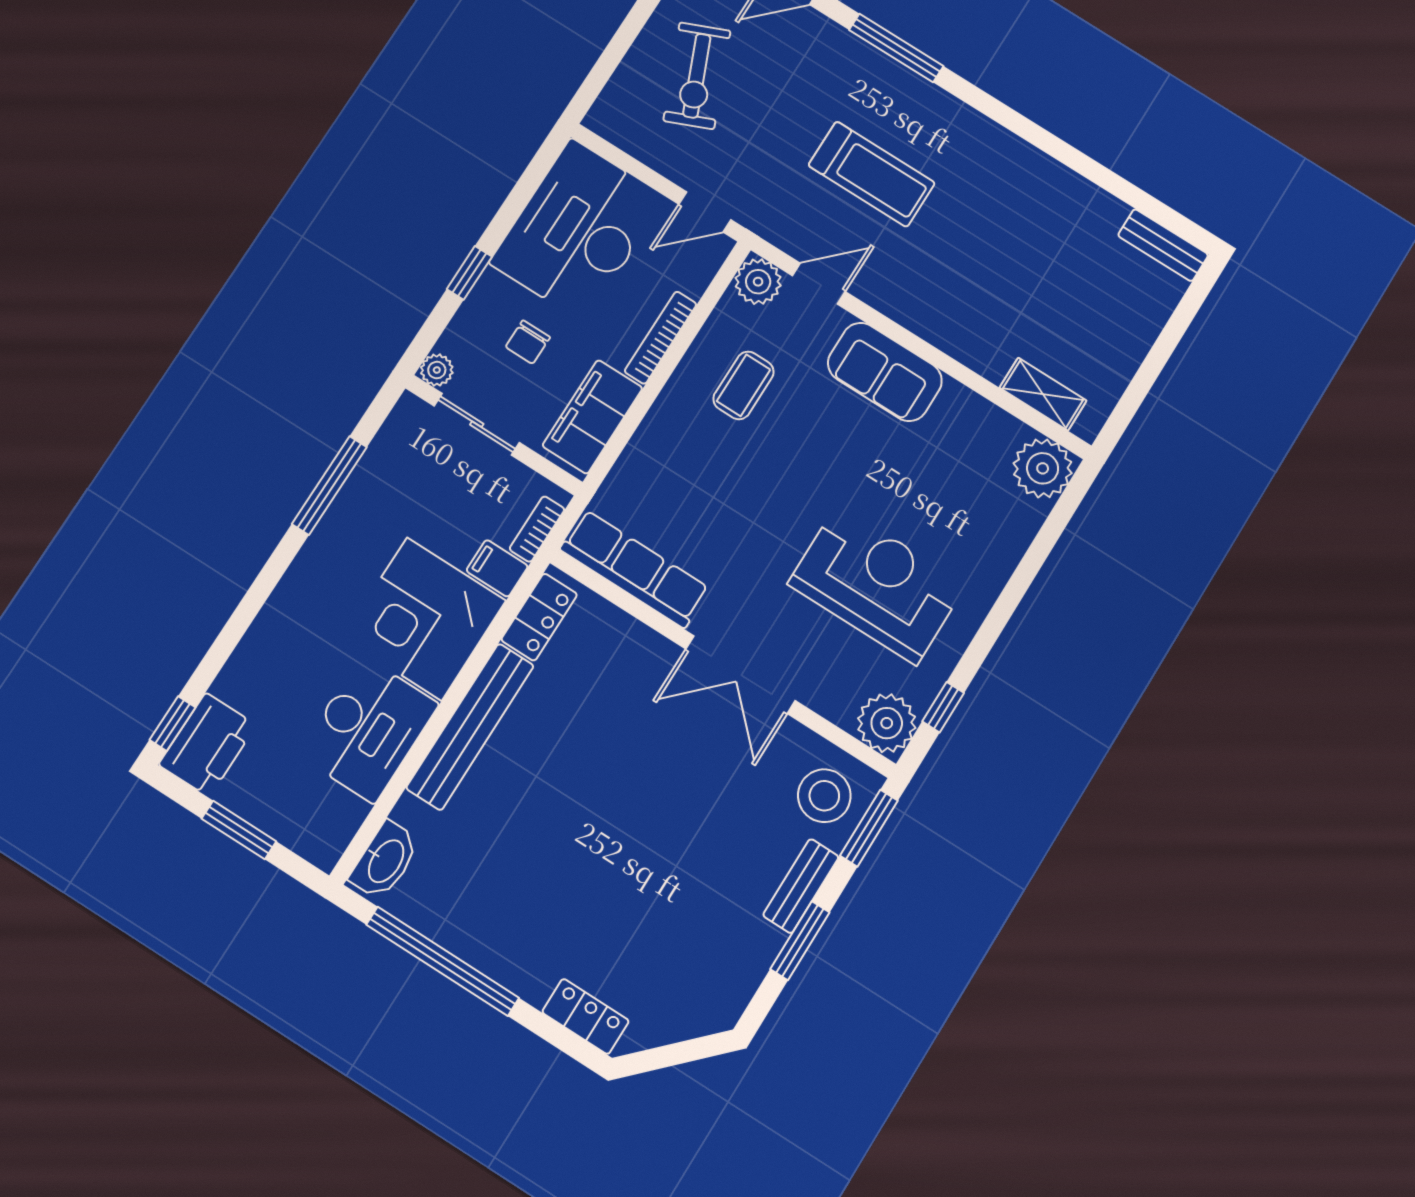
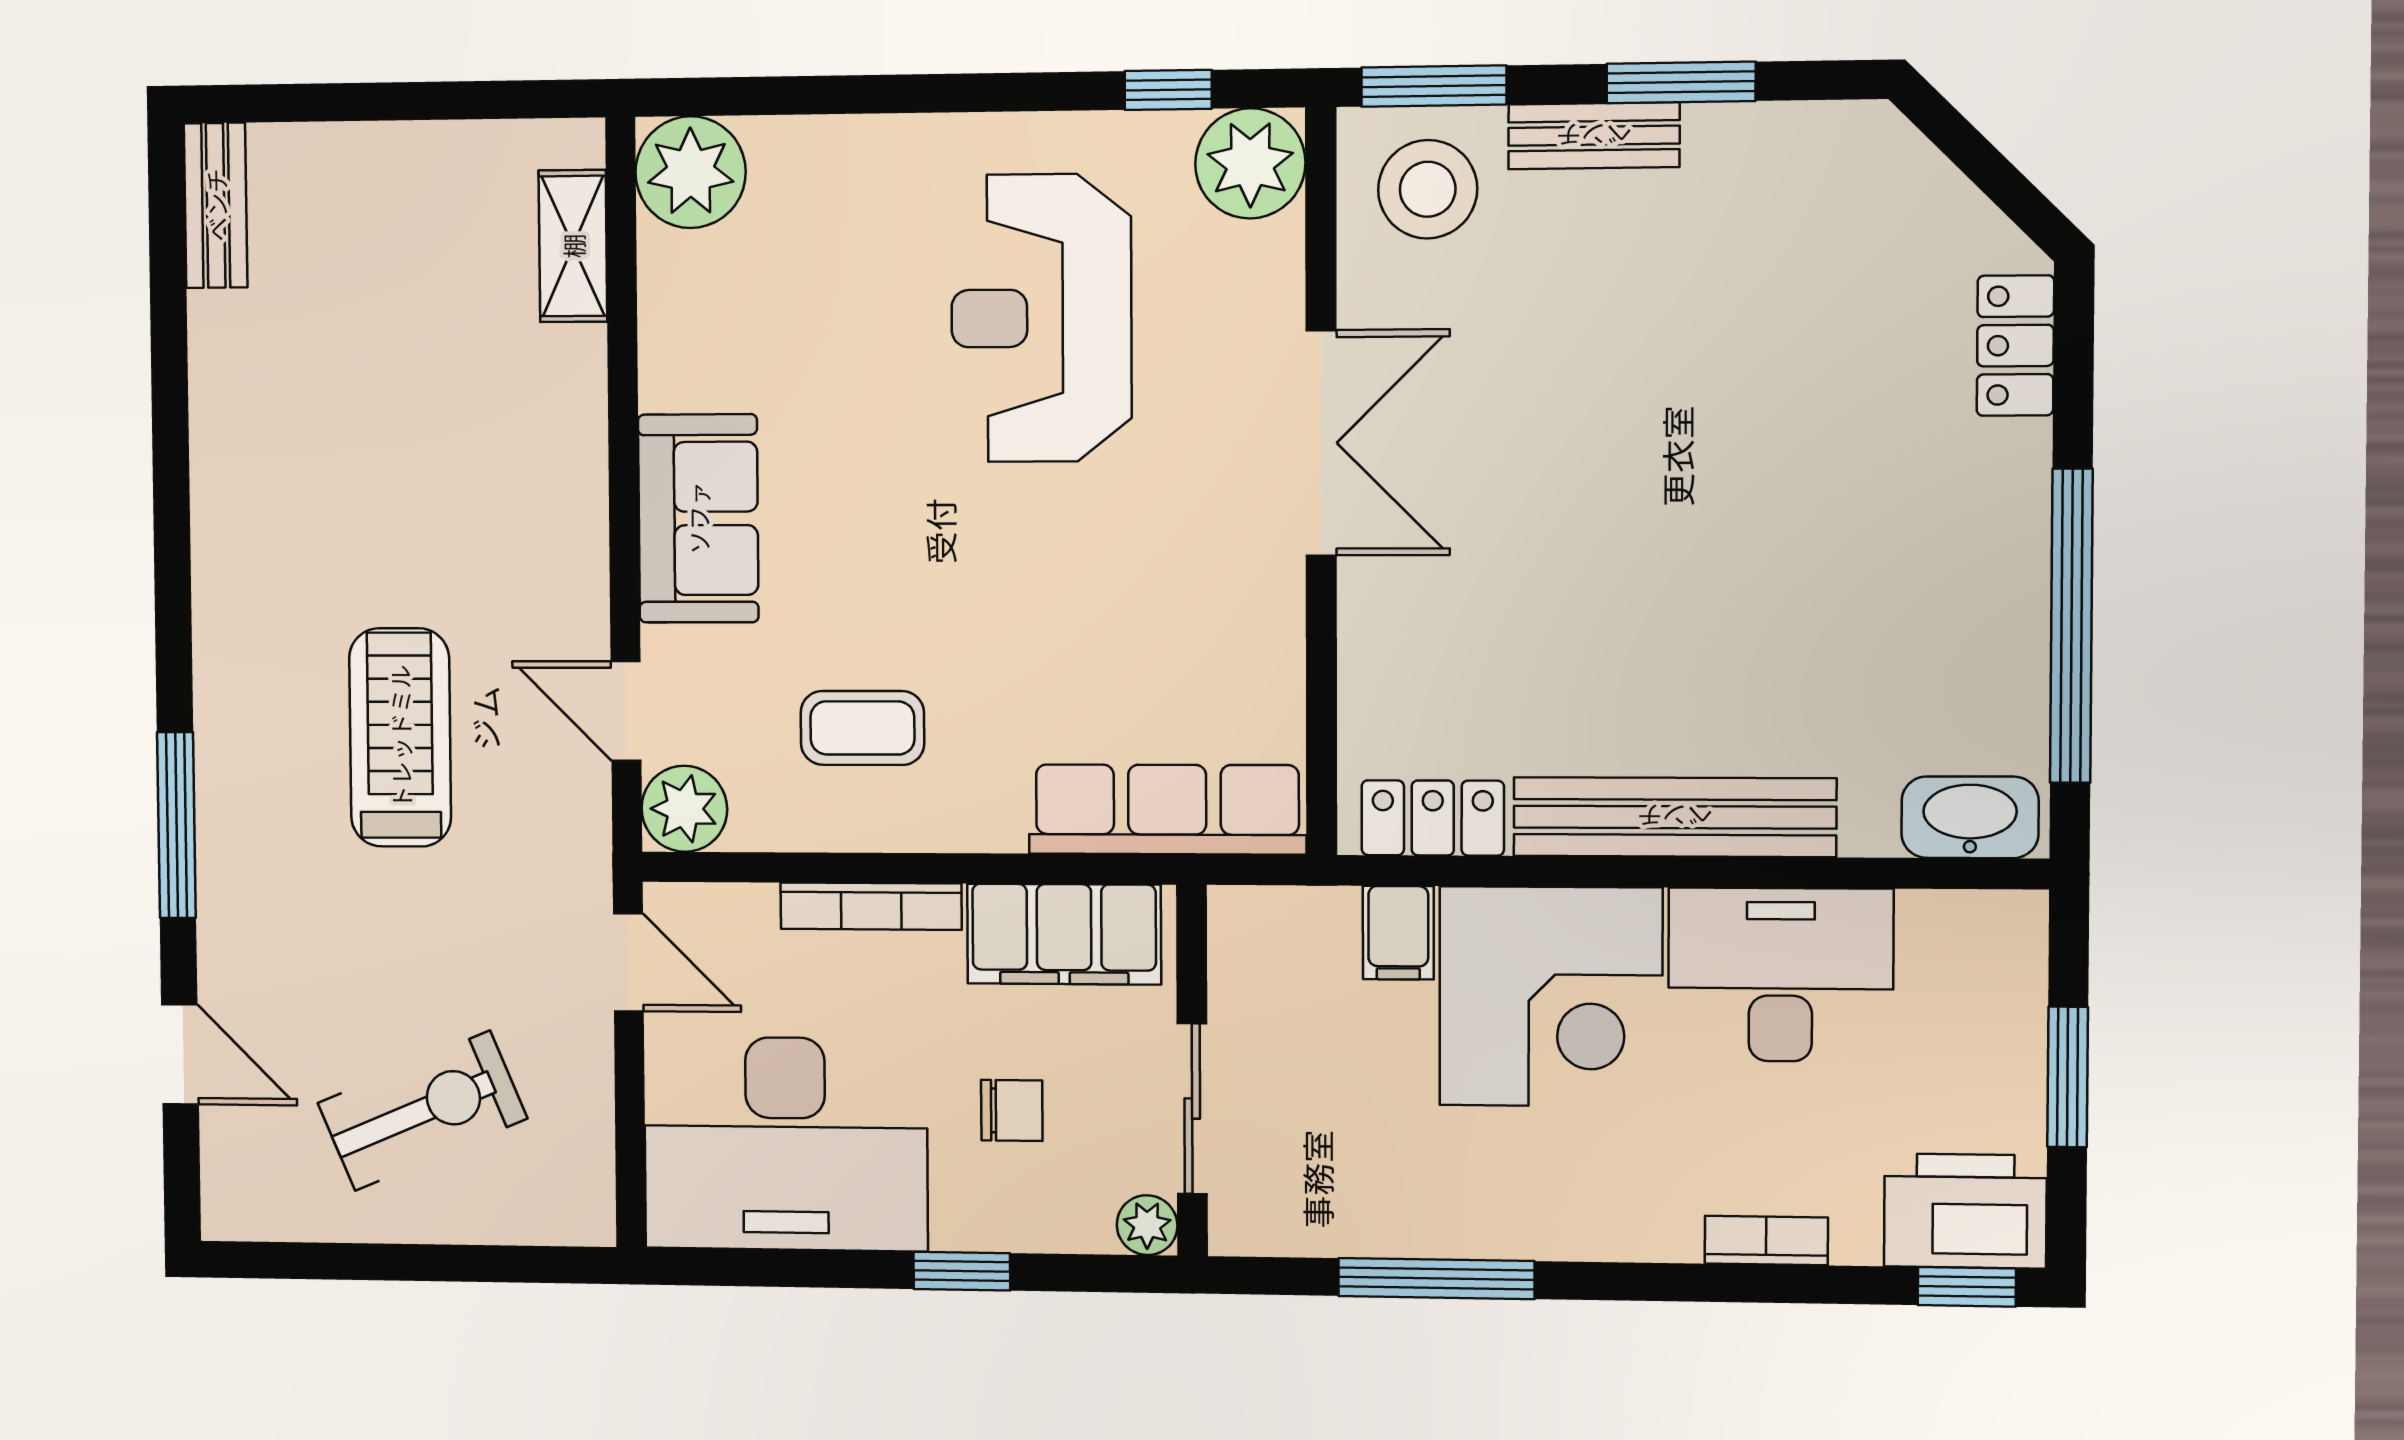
bookcase: (537, 529) -> (1766, 1241), moved, turned 180
row of seats: (635, 569) -> (1167, 809), moved, turned 90

